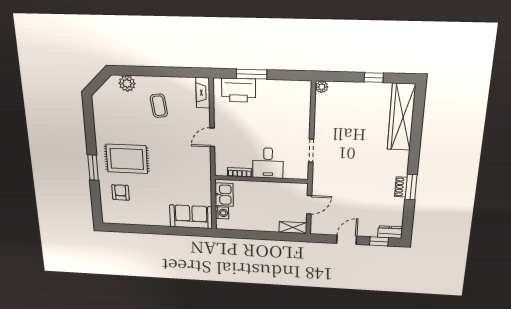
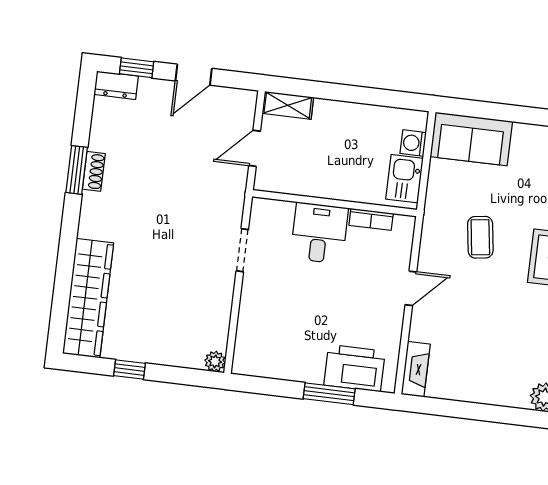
coffee table: (159, 106) -> (480, 237), moved

